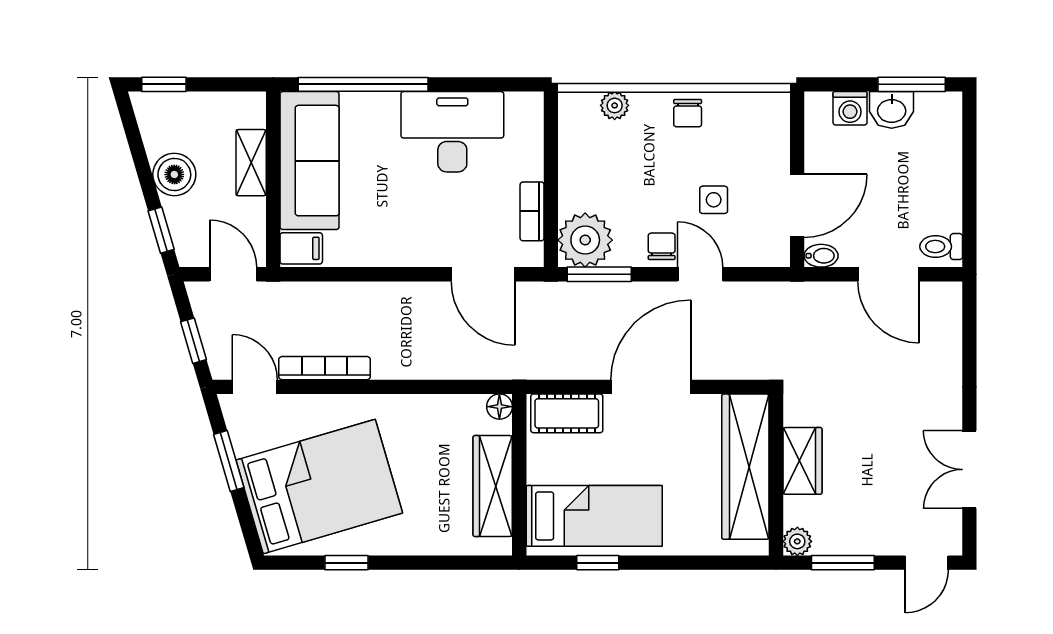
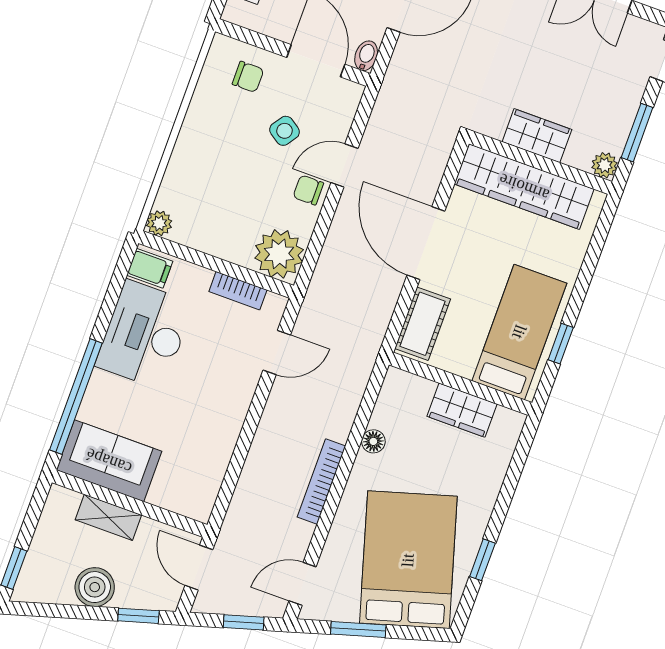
plant: (615, 105) -> (159, 223), moved
chair: (688, 113) -> (248, 77), moved
sofa: (310, 161) -> (109, 461), width x0.73
side table: (714, 200) -> (285, 131), turned 35
filing cabinet: (301, 248) -> (150, 268), moved, turned 90
door: (233, 274) -> (199, 568), hinge flipped
door: (483, 274) -> (277, 352), width x0.73
window: (599, 274) -> (313, 252), removed
bookcase: (325, 368) -> (321, 482), moved
floor lamp: (499, 407) -> (373, 441), moved
wardrobe: (493, 486) -> (462, 410), width x0.67

